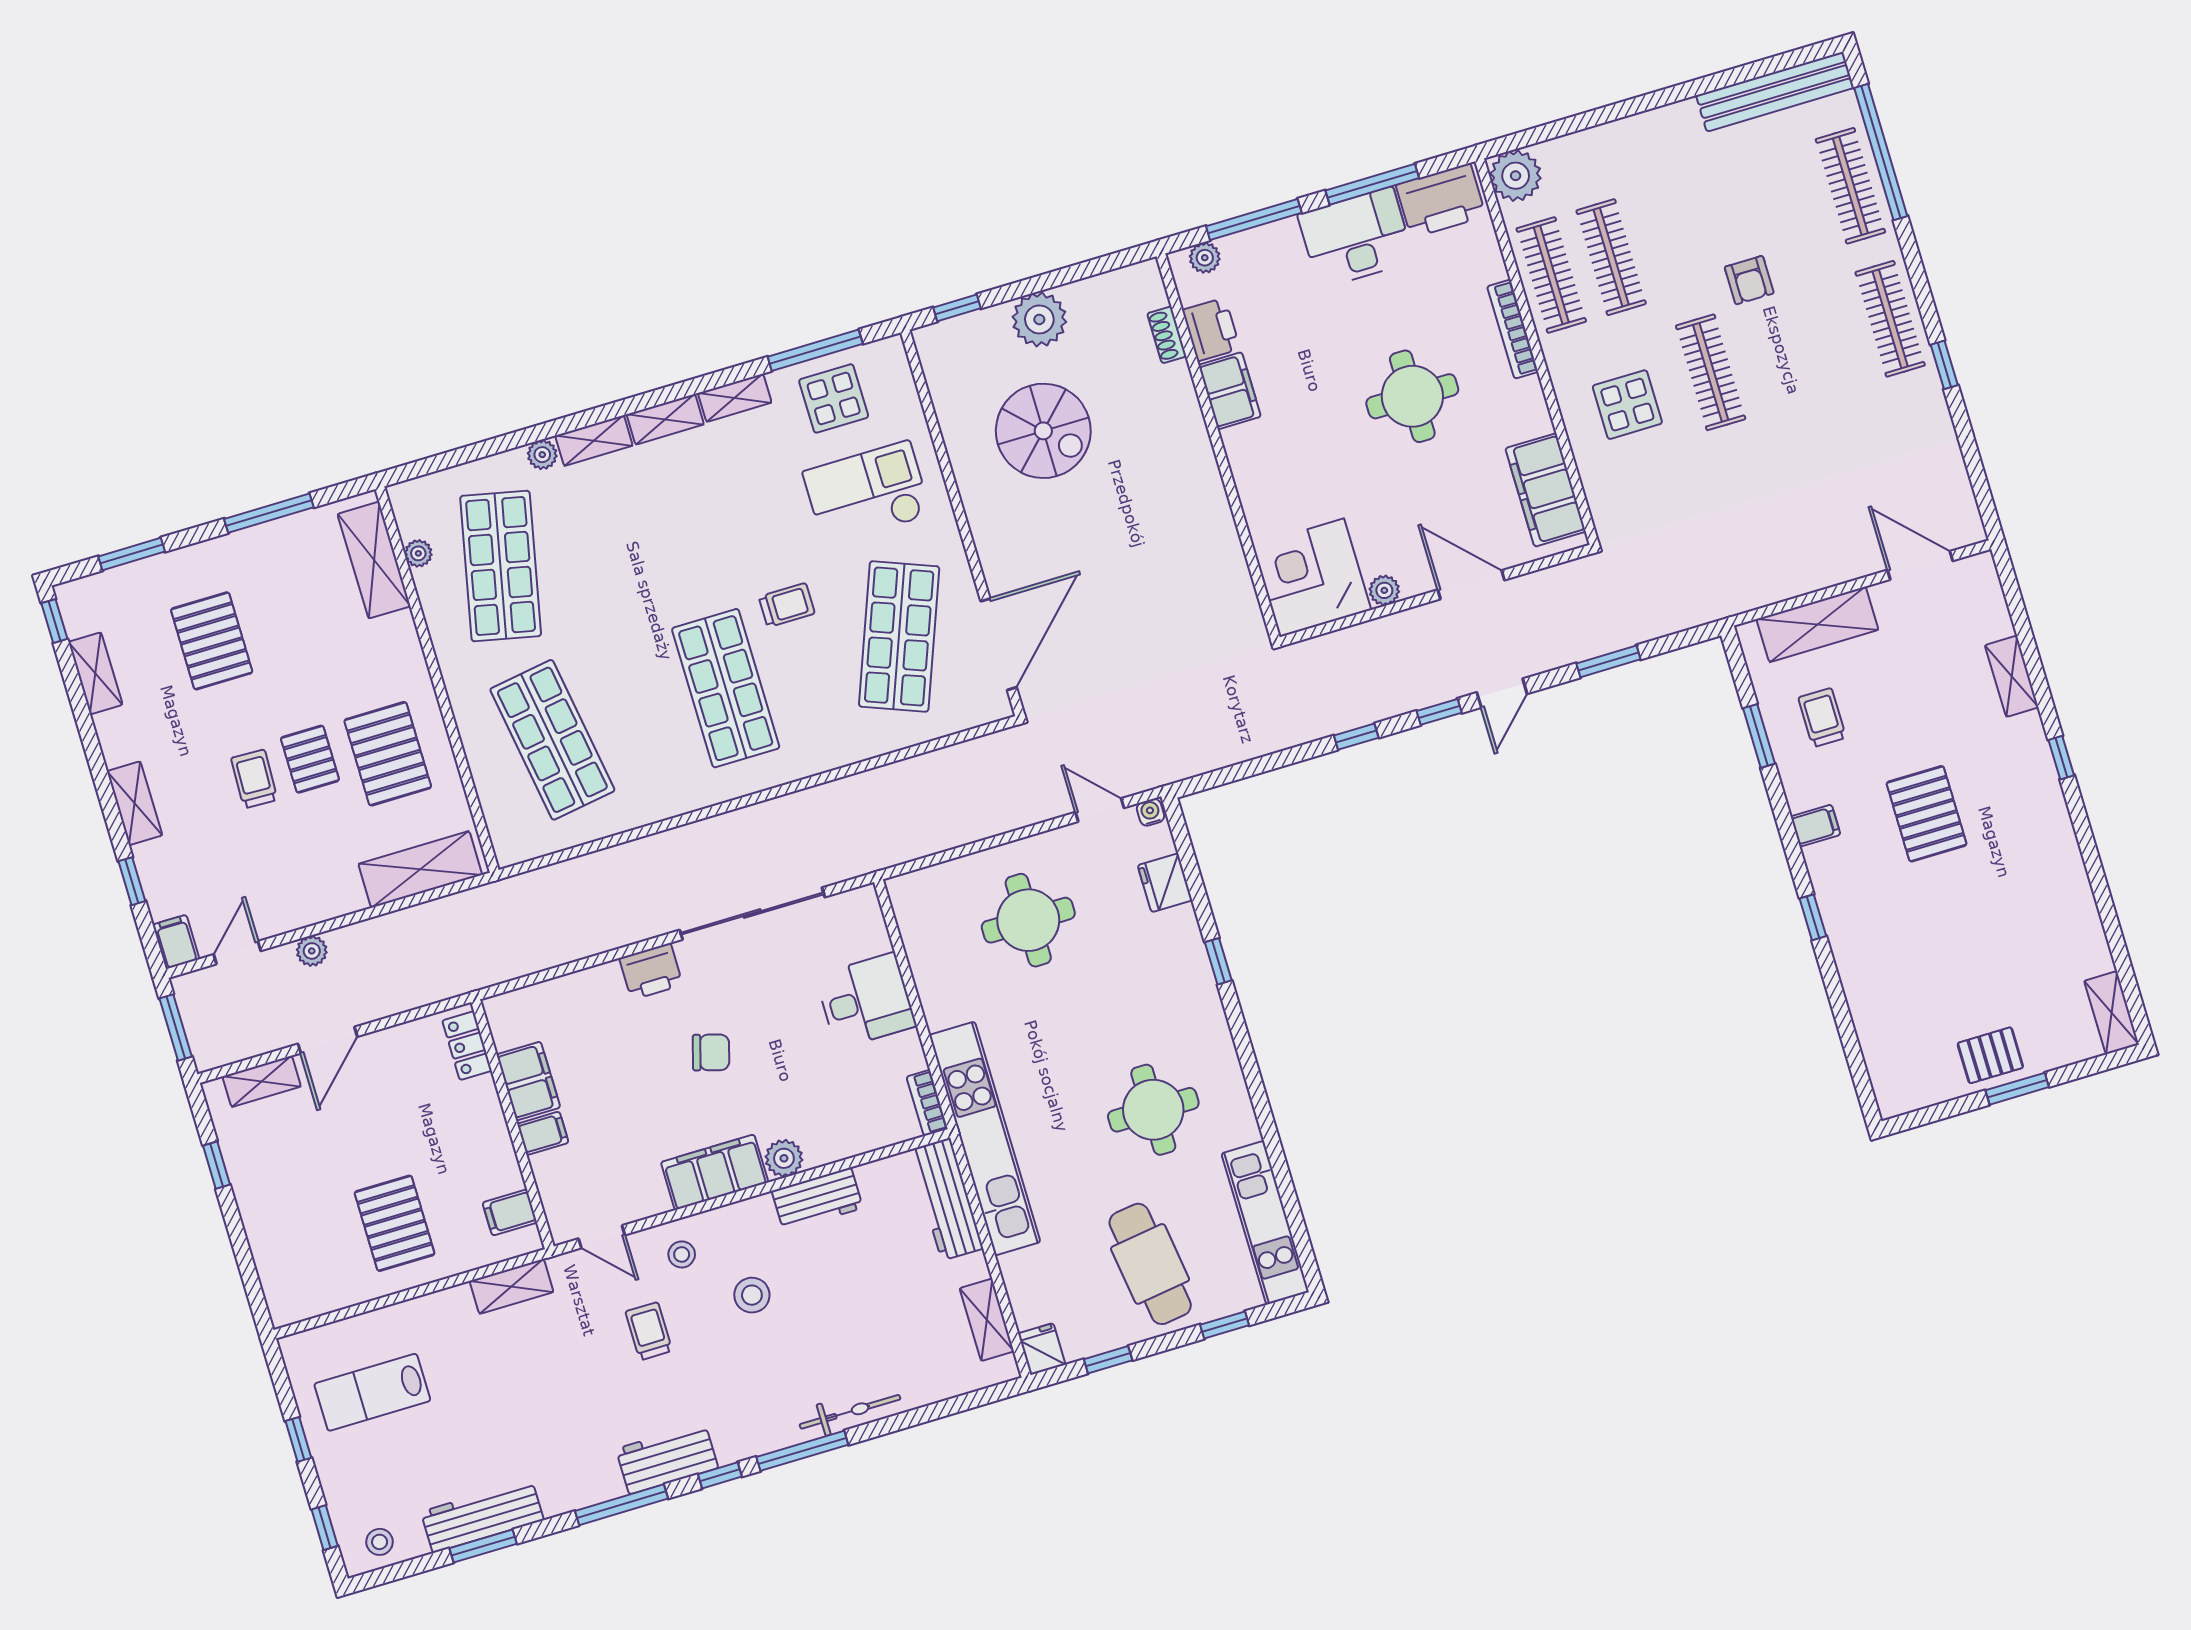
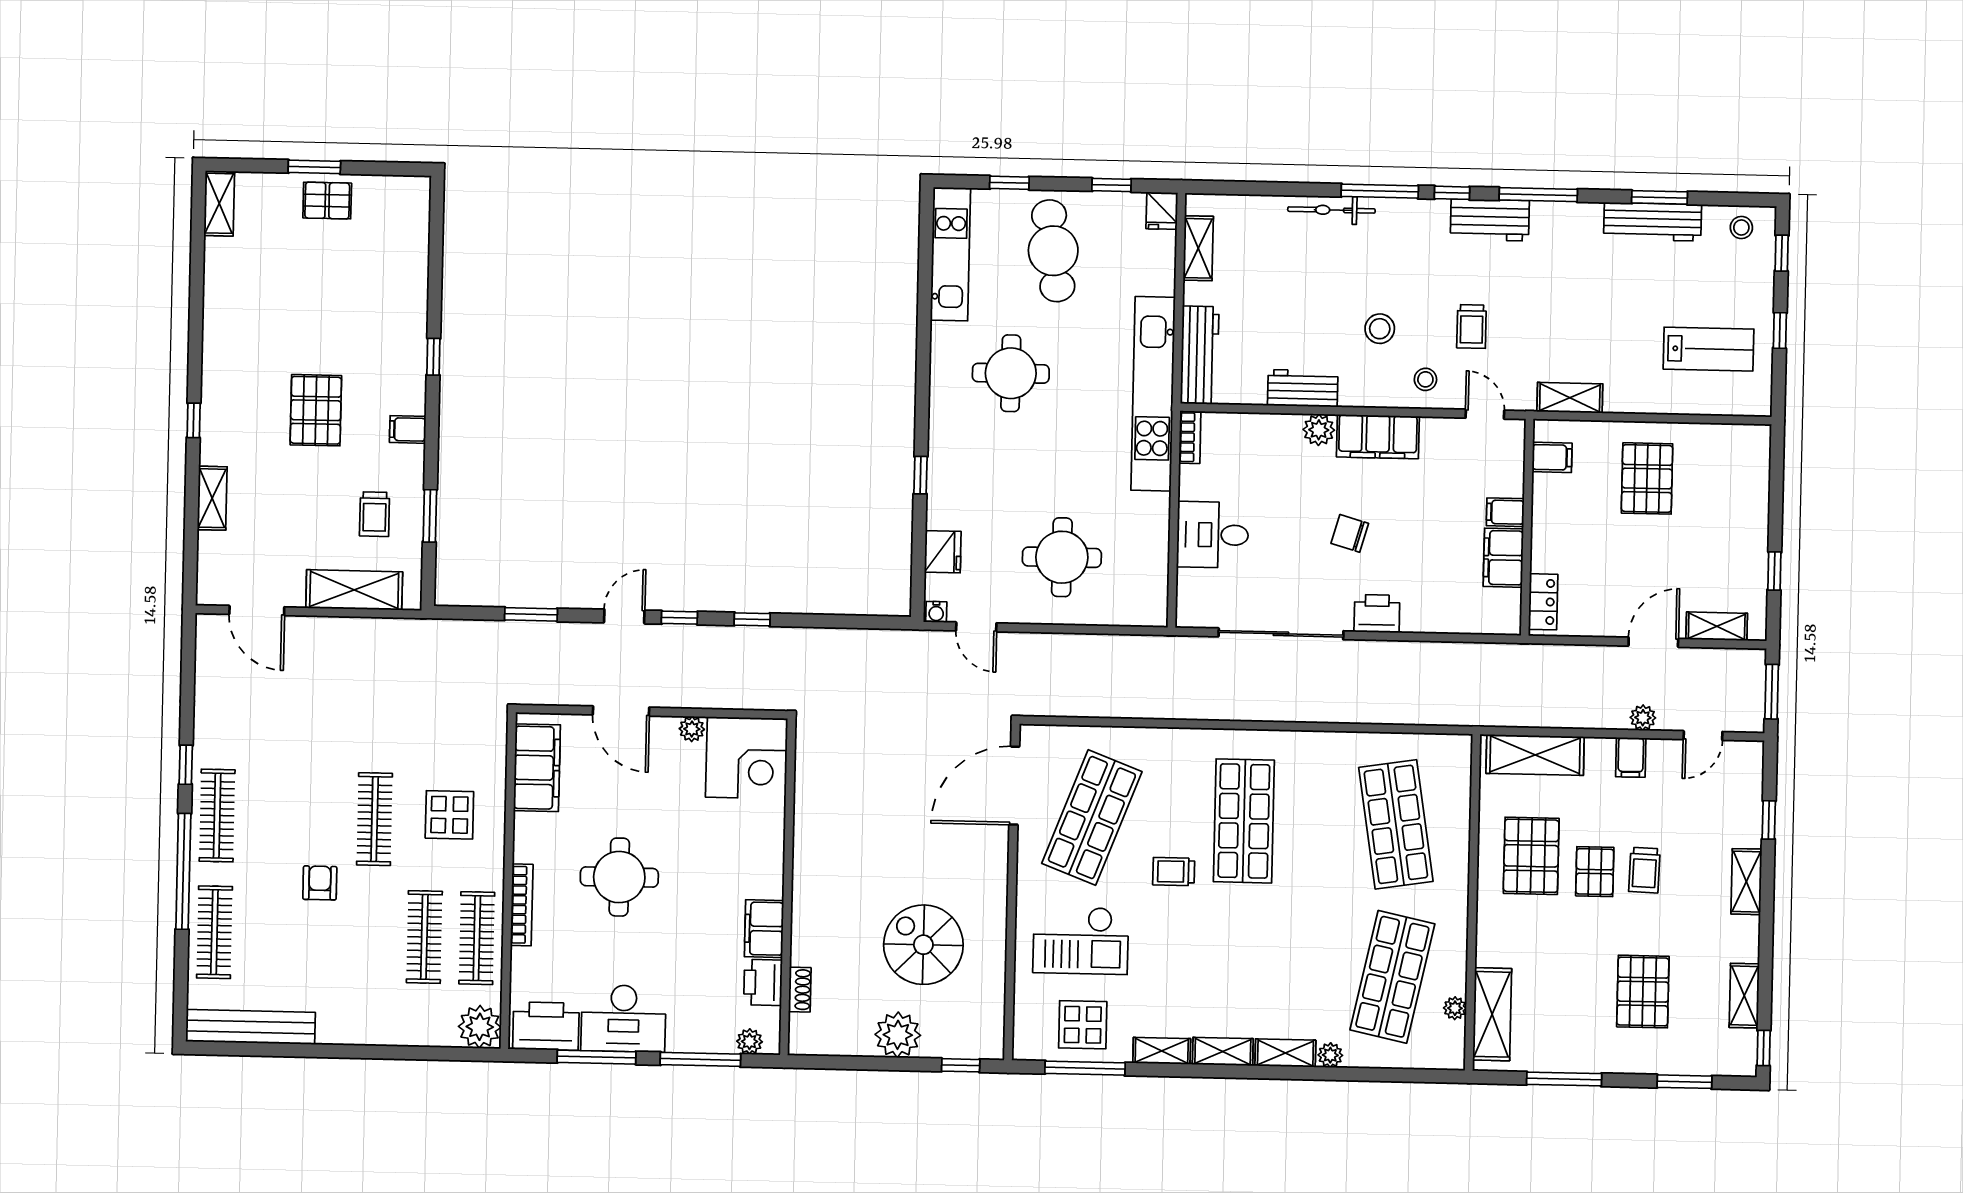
window: (1881, 152) -> (183, 871), moved
filing cabinet: (176, 942) -> (1631, 757), moved

